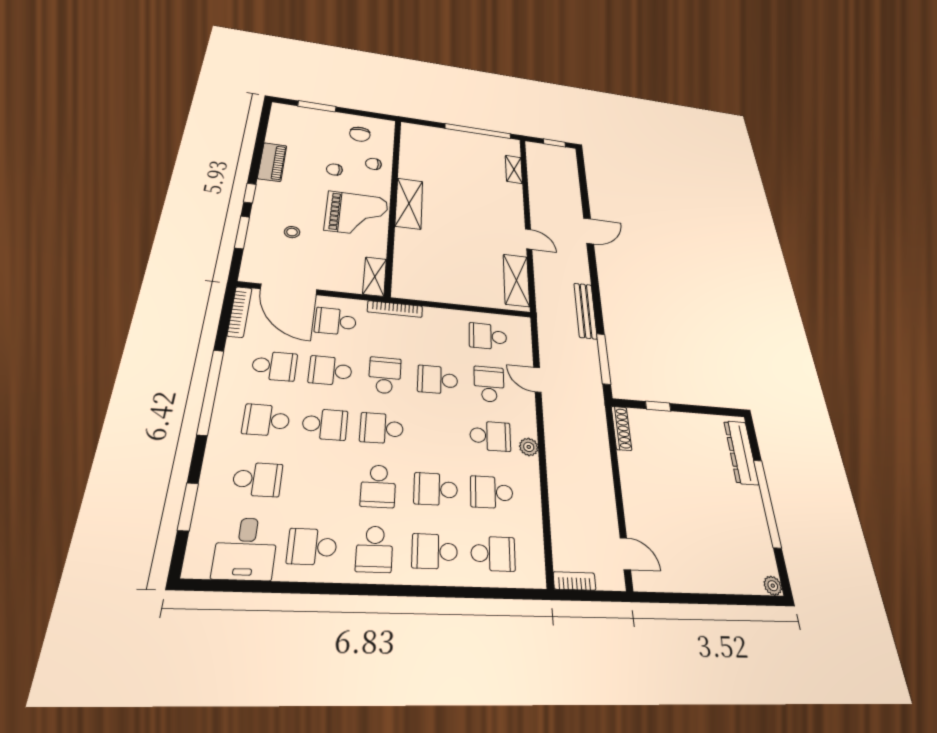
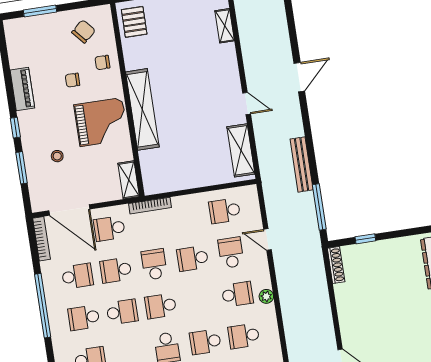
chair: (360, 134) -> (84, 31), turned -131
pallet: (418, 141) -> (134, 22), added
shelving: (409, 203) -> (142, 109), width x1.47

